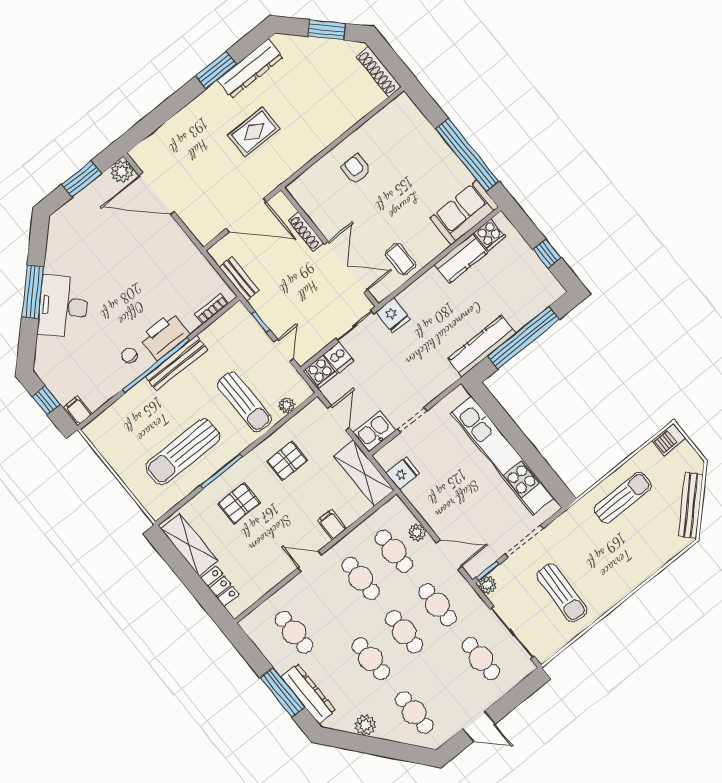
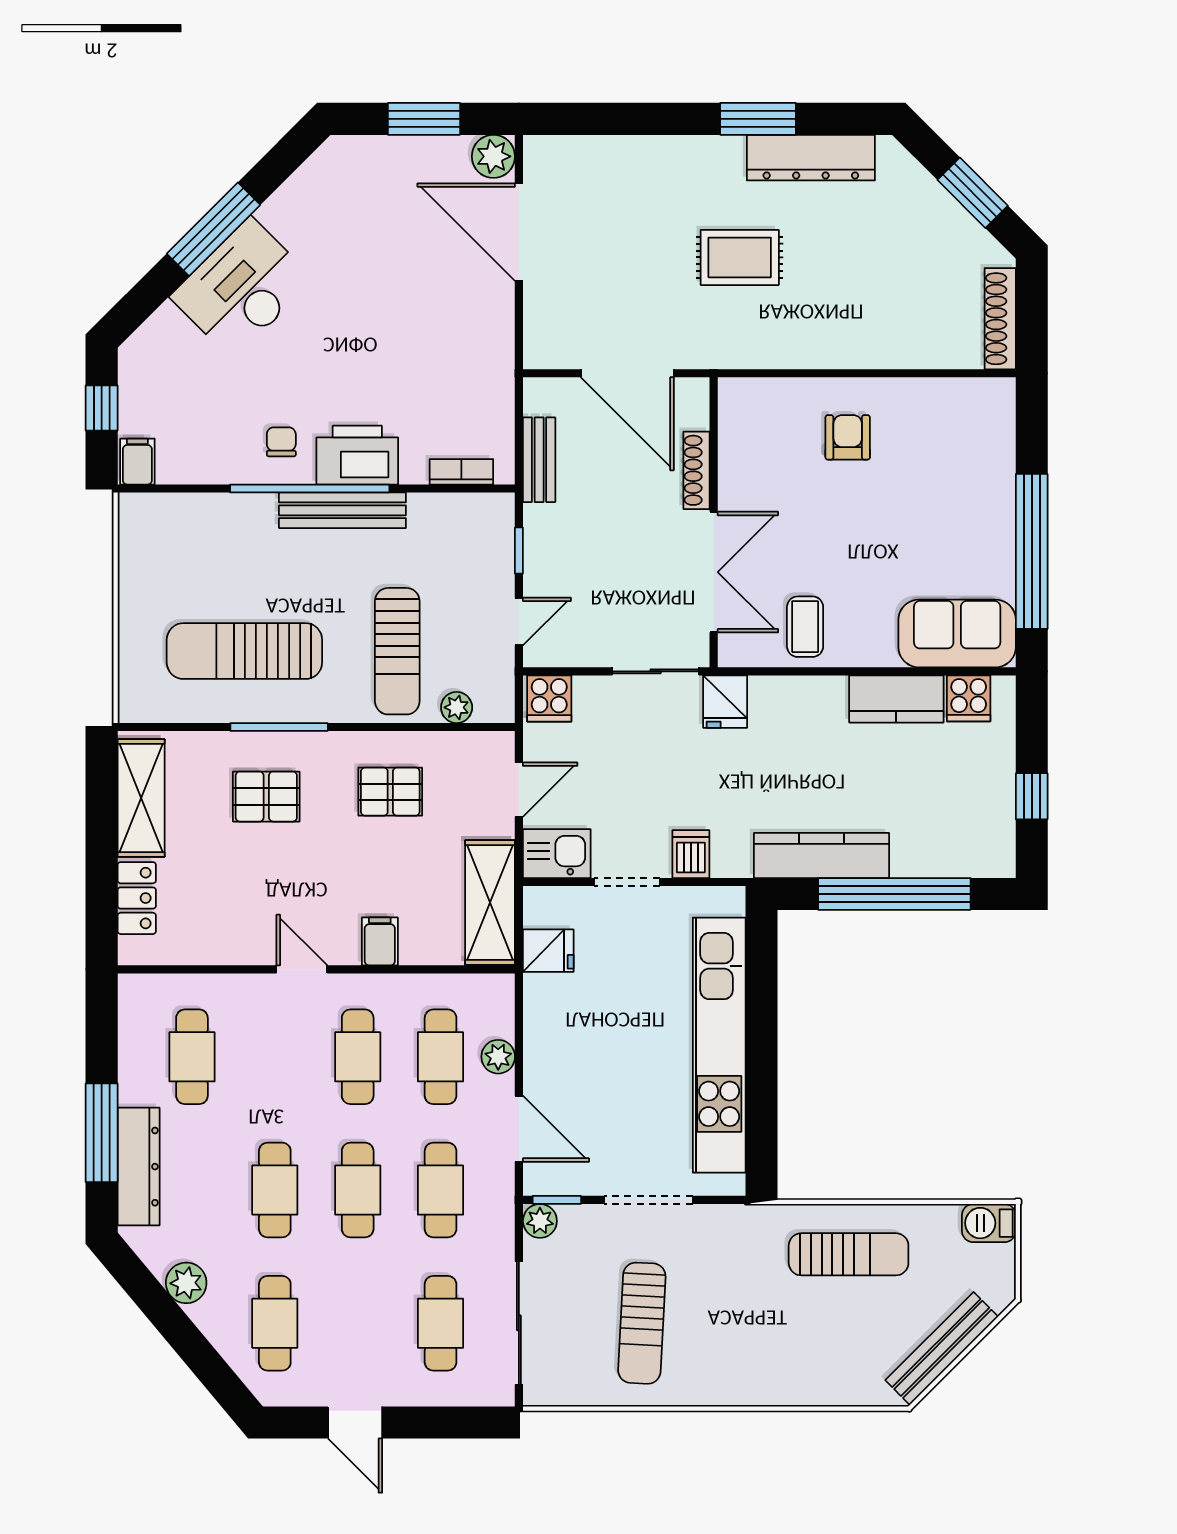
dishwasher: (339, 358) -> (691, 854), moved, turned 180

